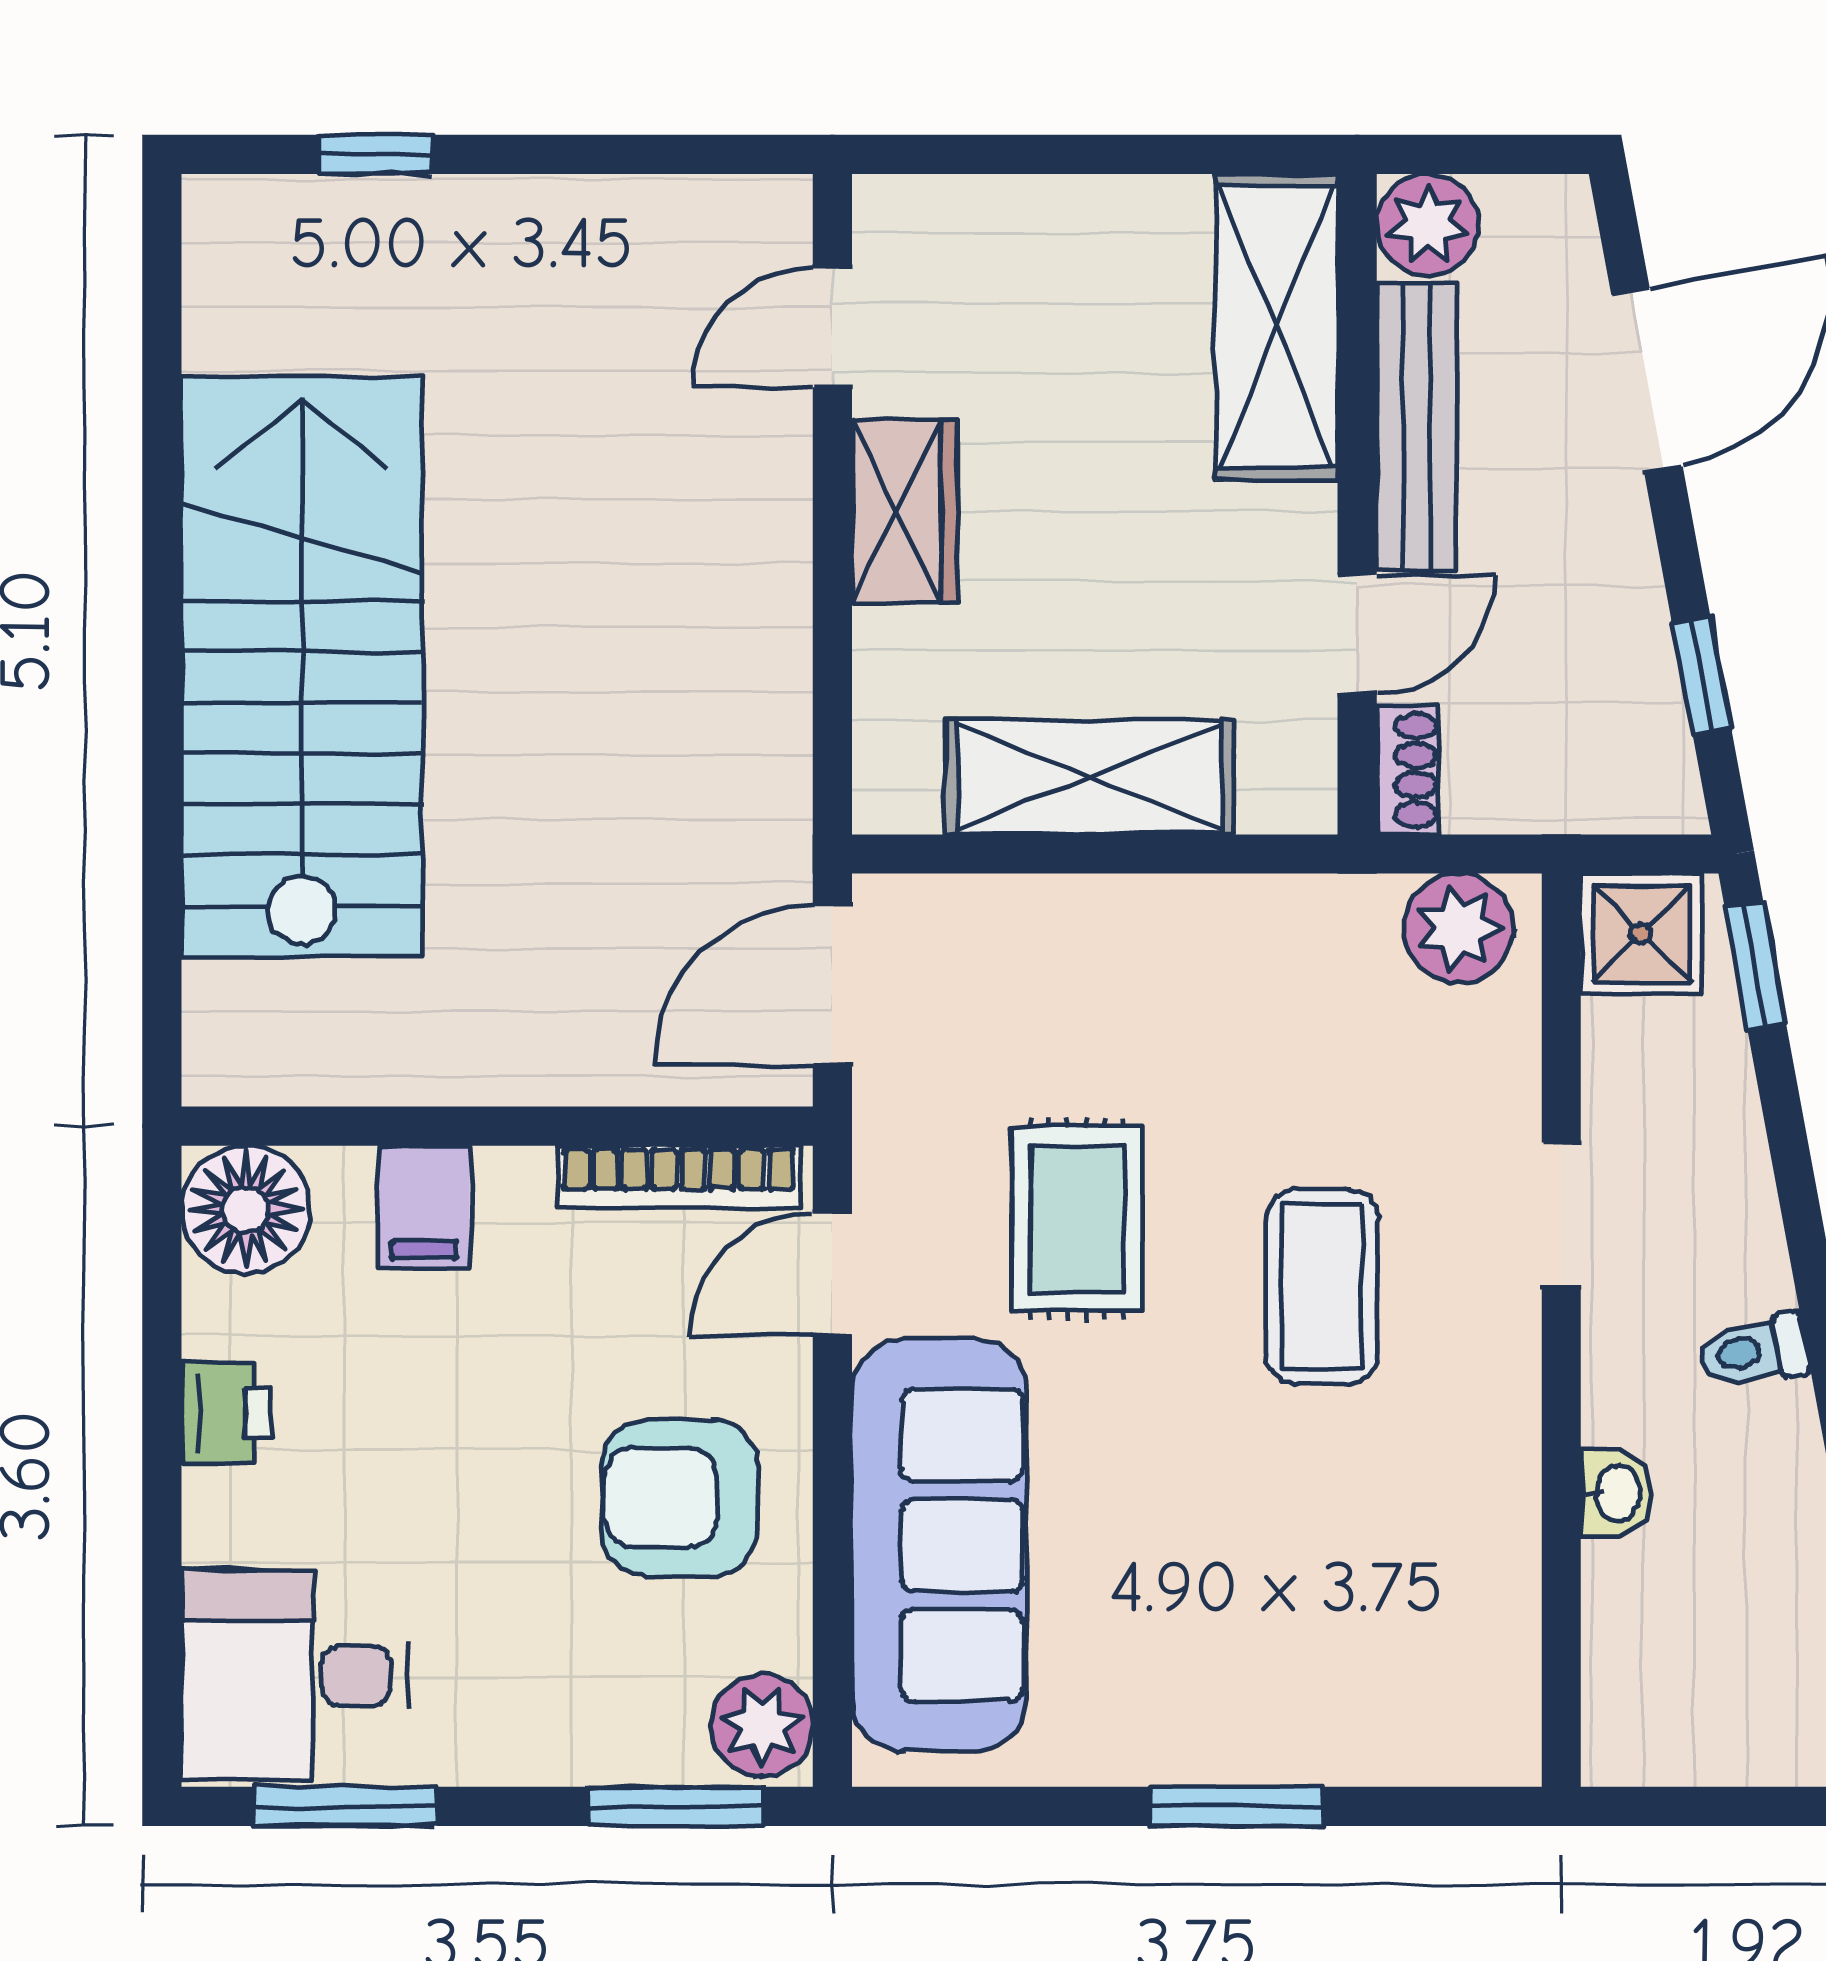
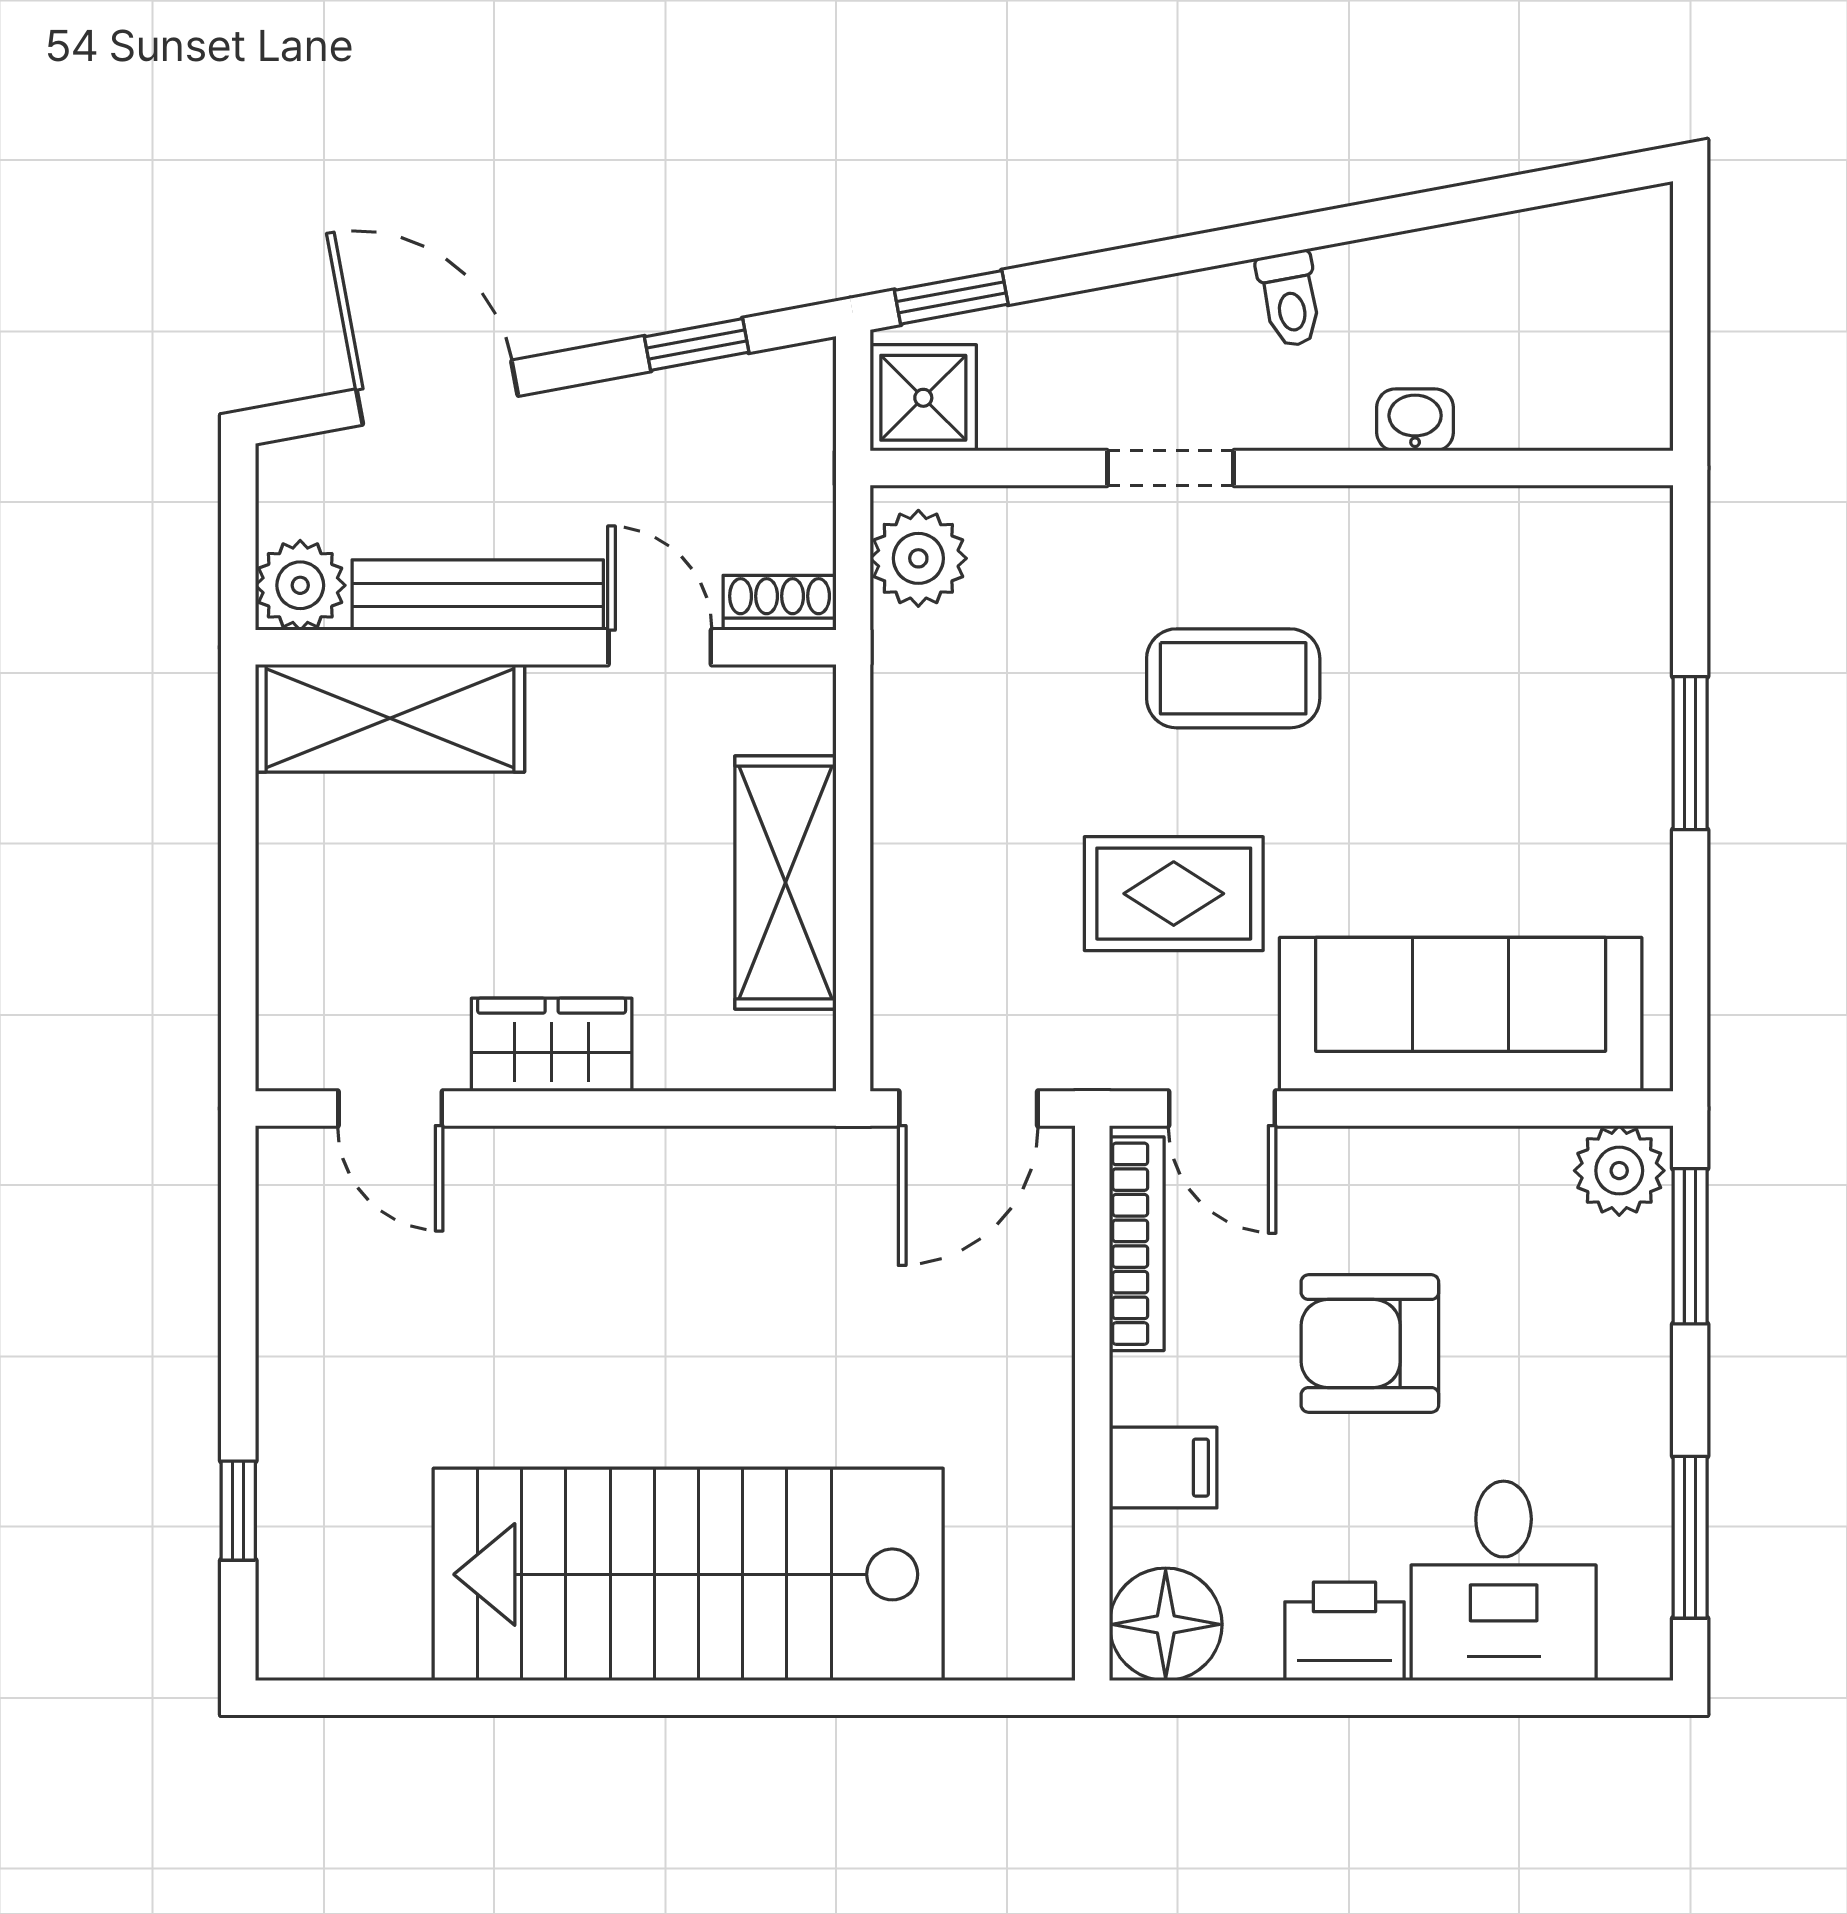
door: (832, 985) -> (968, 1108), hinge flipped
printer: (227, 1413) -> (1345, 1631), width x1.36, depth x1.24
armchair: (680, 1498) -> (1370, 1343), moved, turned 90
desk: (295, 1676) -> (1504, 1581), moved

